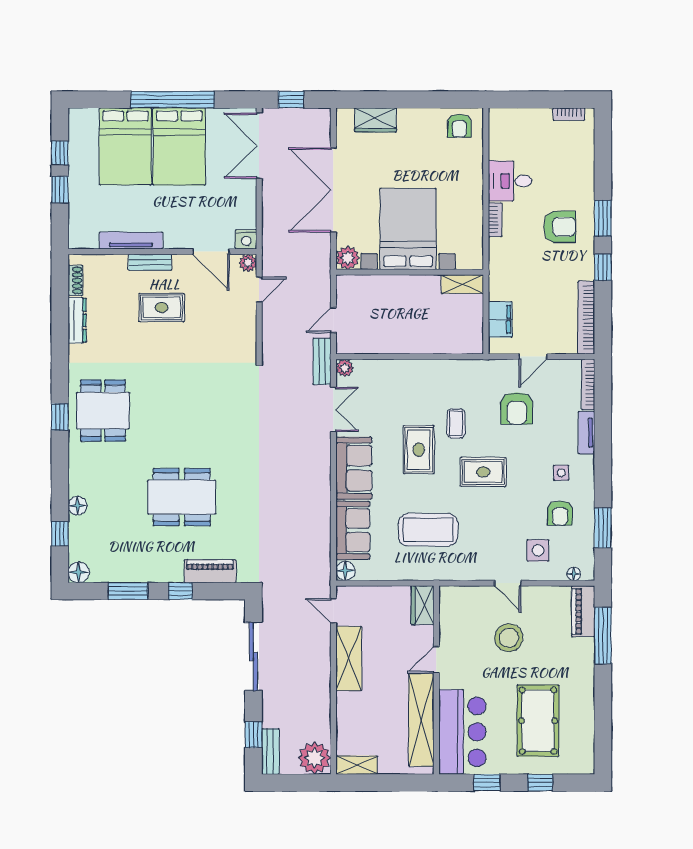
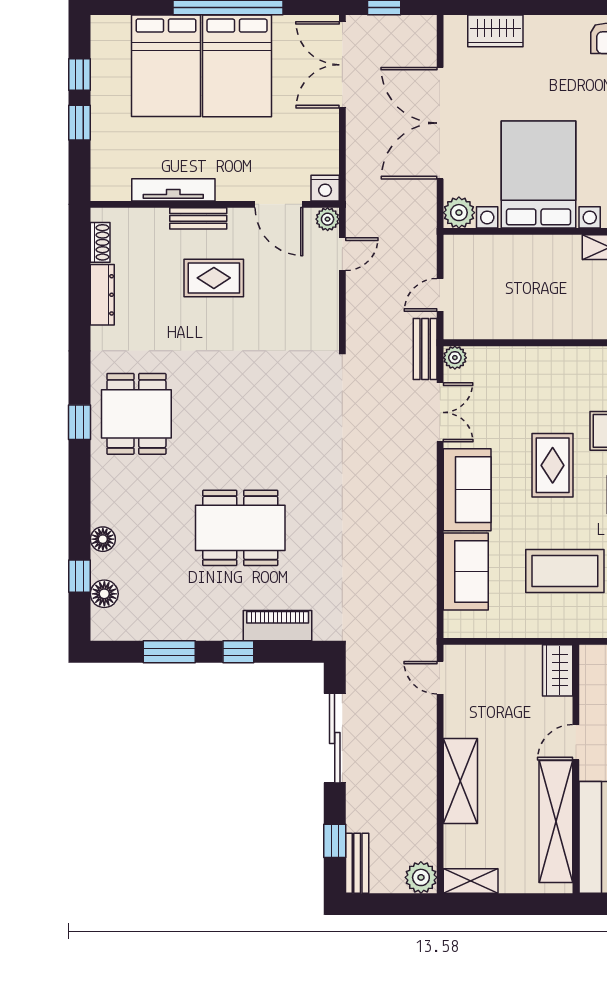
floor lamp: (345, 571) -> (456, 625), removed
floor lamp: (79, 572) -> (104, 594), moved
shelving: (349, 658) -> (460, 781), moved
plant: (315, 758) -> (421, 877), width x0.73, depth x0.73

